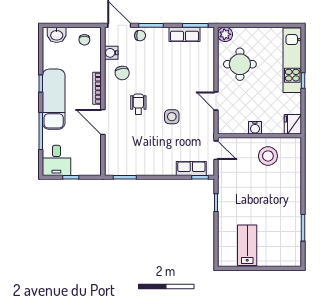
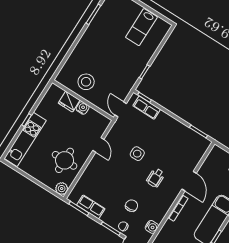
chair: (122, 73) -> (132, 206), moved
fridge: (293, 124) -> (69, 102), moved, turned 90

